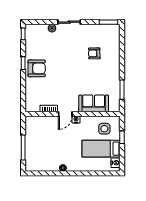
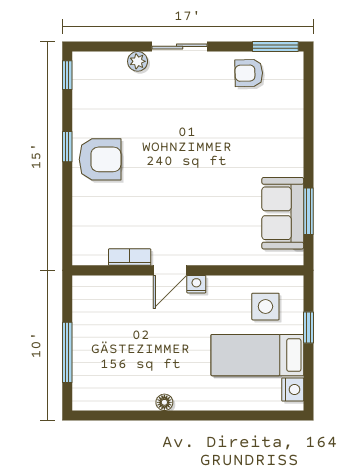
armchair: (94, 53) -> (249, 73), moved
sofa: (94, 103) -> (283, 213), moved, turned -90

